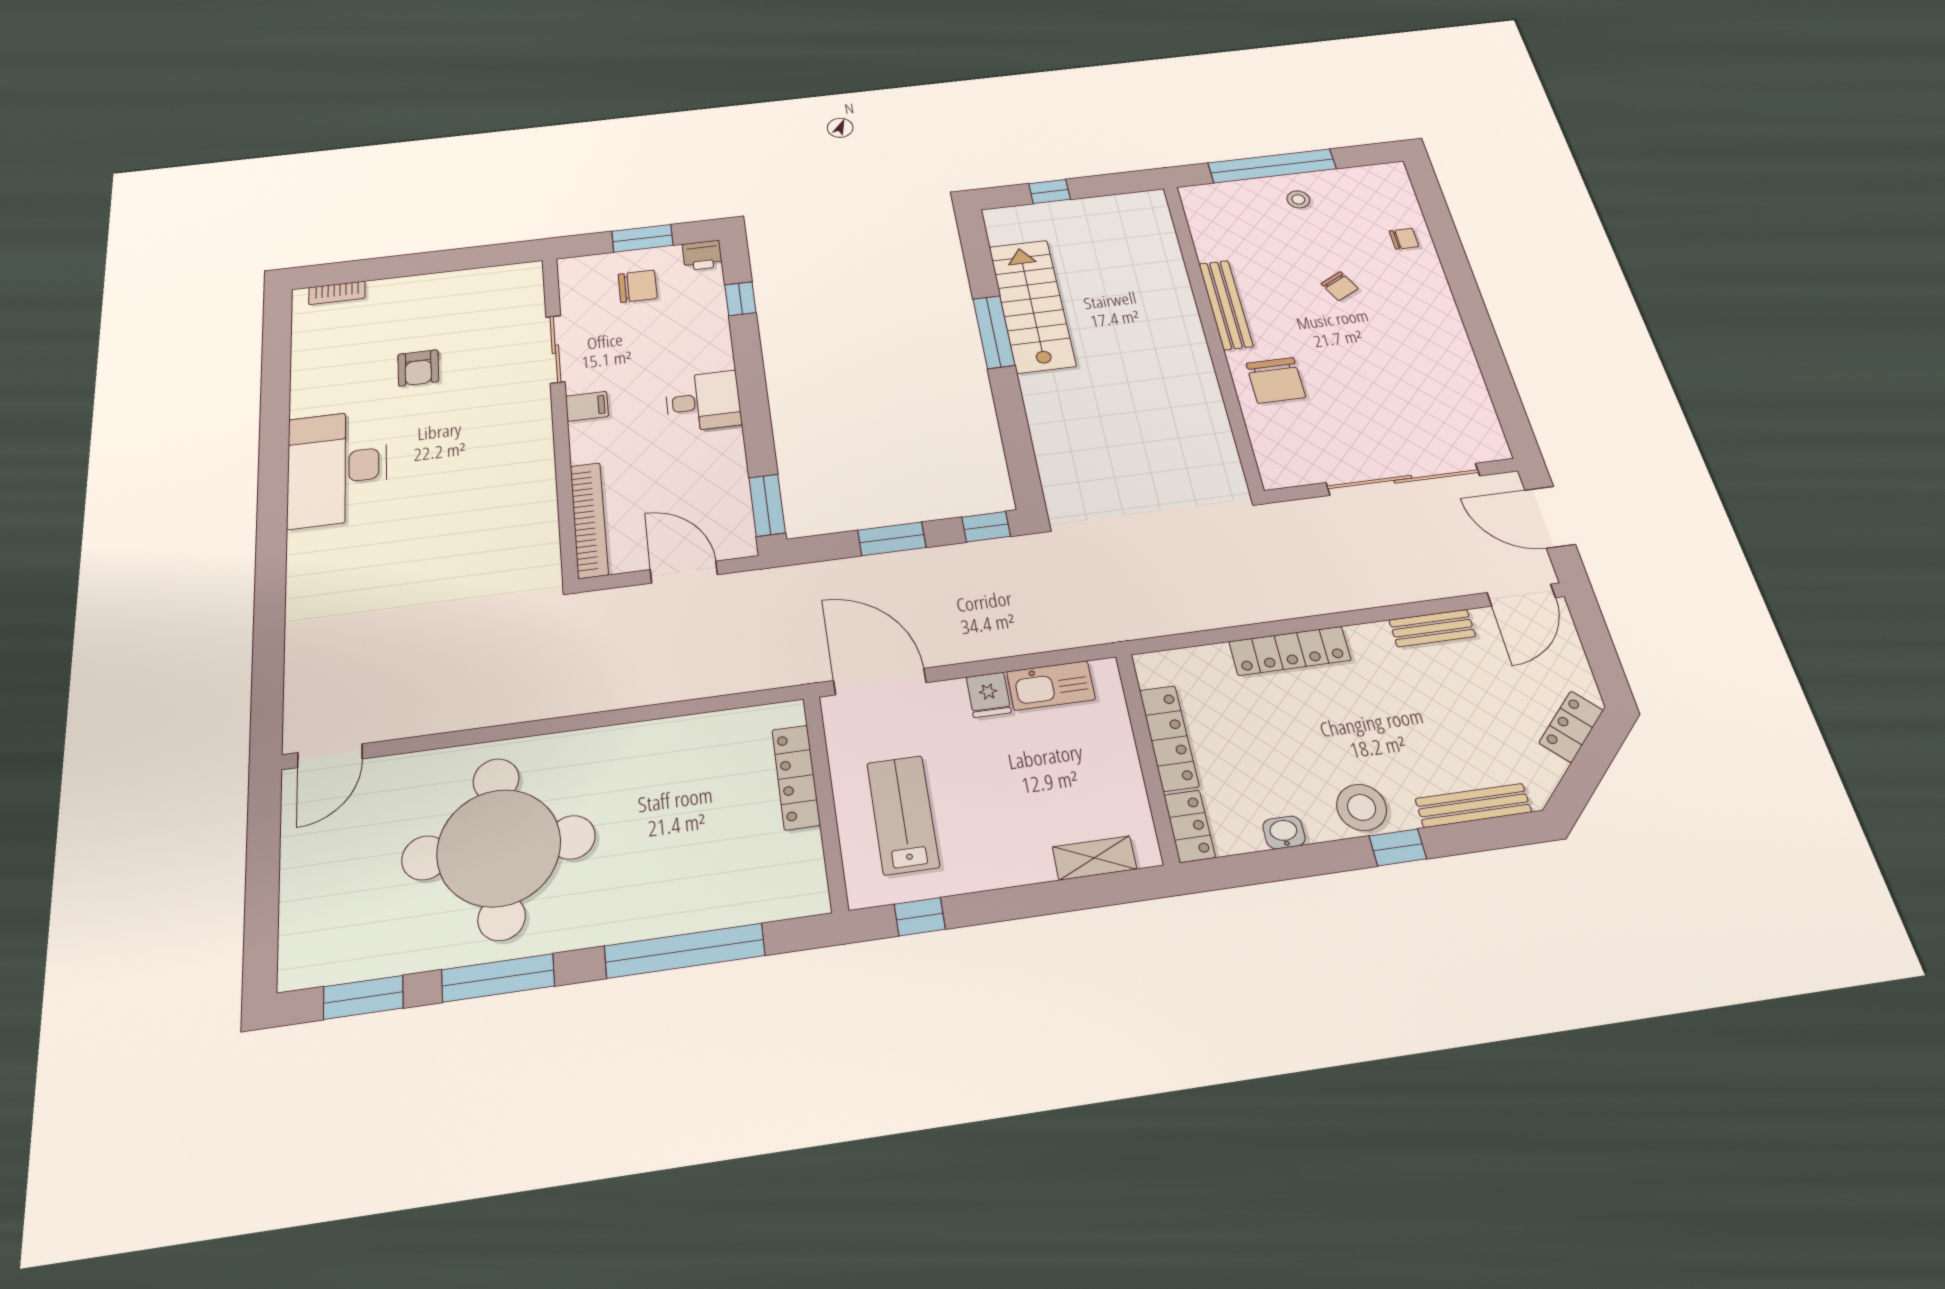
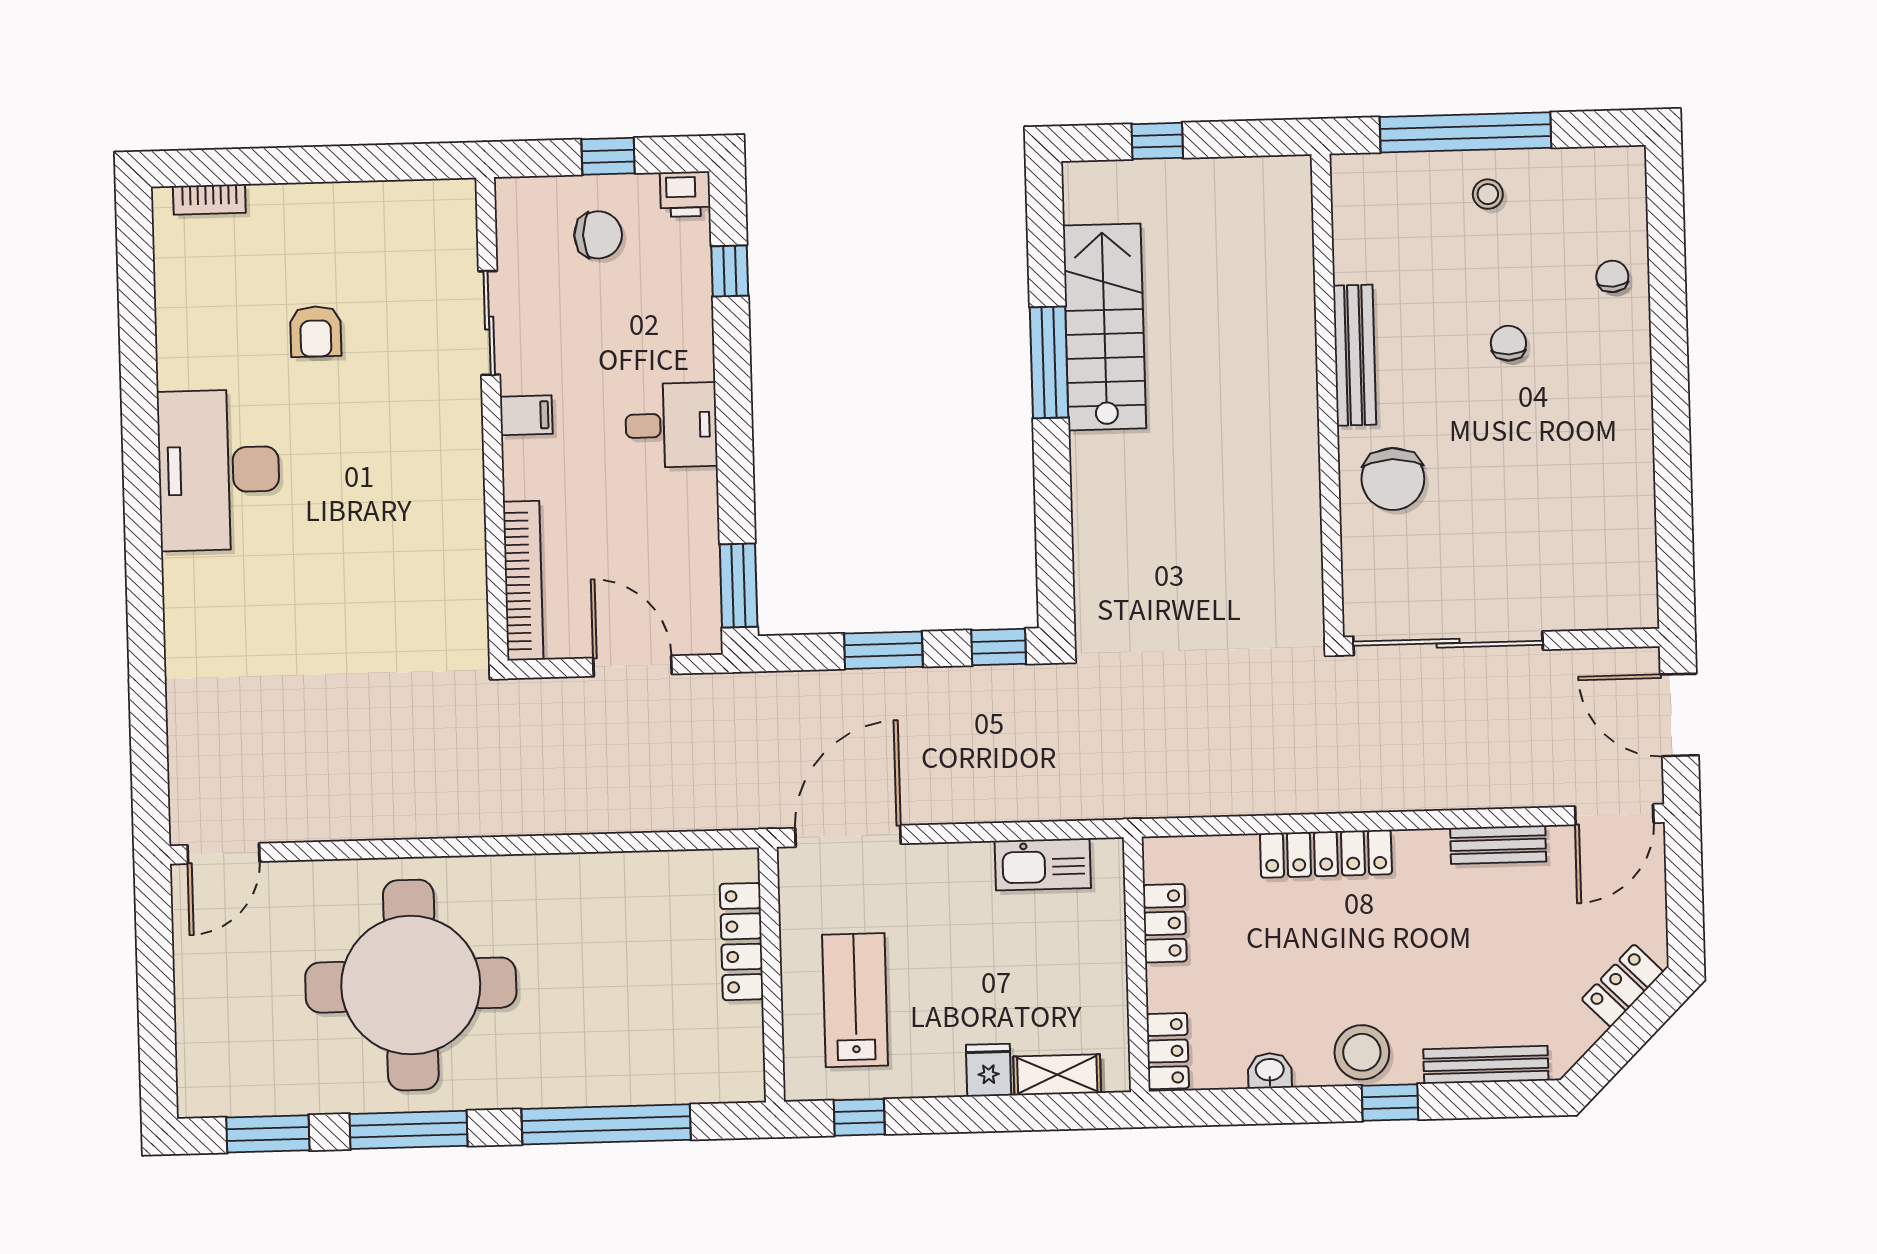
window: (642, 238) -> (608, 156), width x0.67
chair: (1404, 239) -> (1612, 276), turned -94
chair: (1340, 286) -> (1508, 343), turned -153
sliding door: (1403, 479) -> (1448, 643), moved
door: (880, 682) -> (848, 836), hinge flipped
fridge: (989, 695) -> (989, 1070), moved, turned 180
locker: (1169, 738) -> (1165, 923), width x0.66

